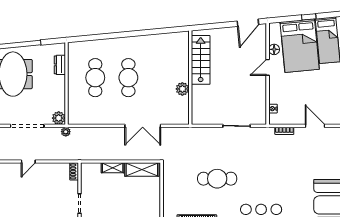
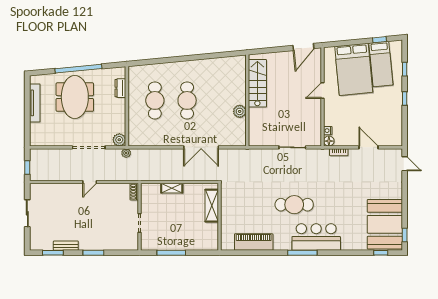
window: (309, 17) -> (380, 40), moved
floor lamp: (274, 49) -> (329, 141), moved
shelving: (142, 170) -> (212, 206), moved, turned 90
cafe table: (217, 179) -> (294, 205), moved

